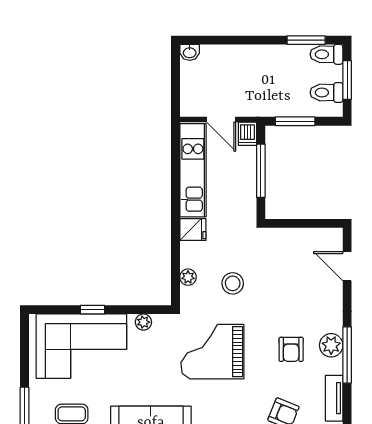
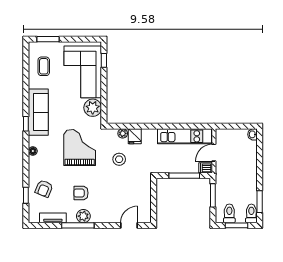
fridge: (193, 230) -> (135, 136), moved
window: (92, 310) -> (104, 60), moved
plant: (143, 322) -> (93, 108), width x1.87, depth x1.87

